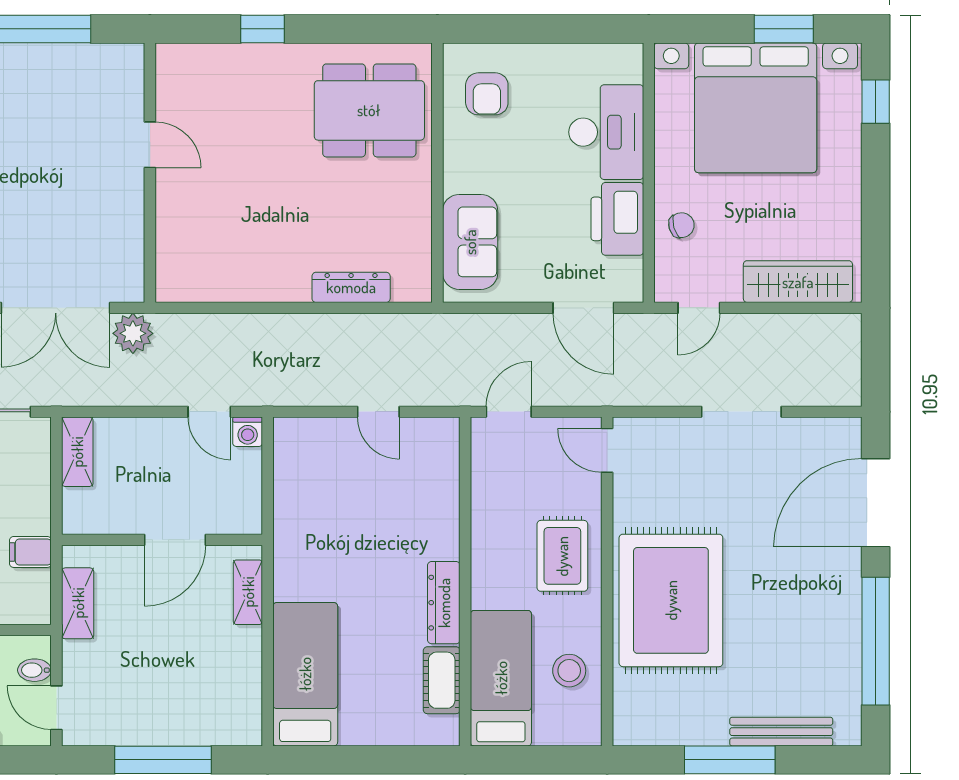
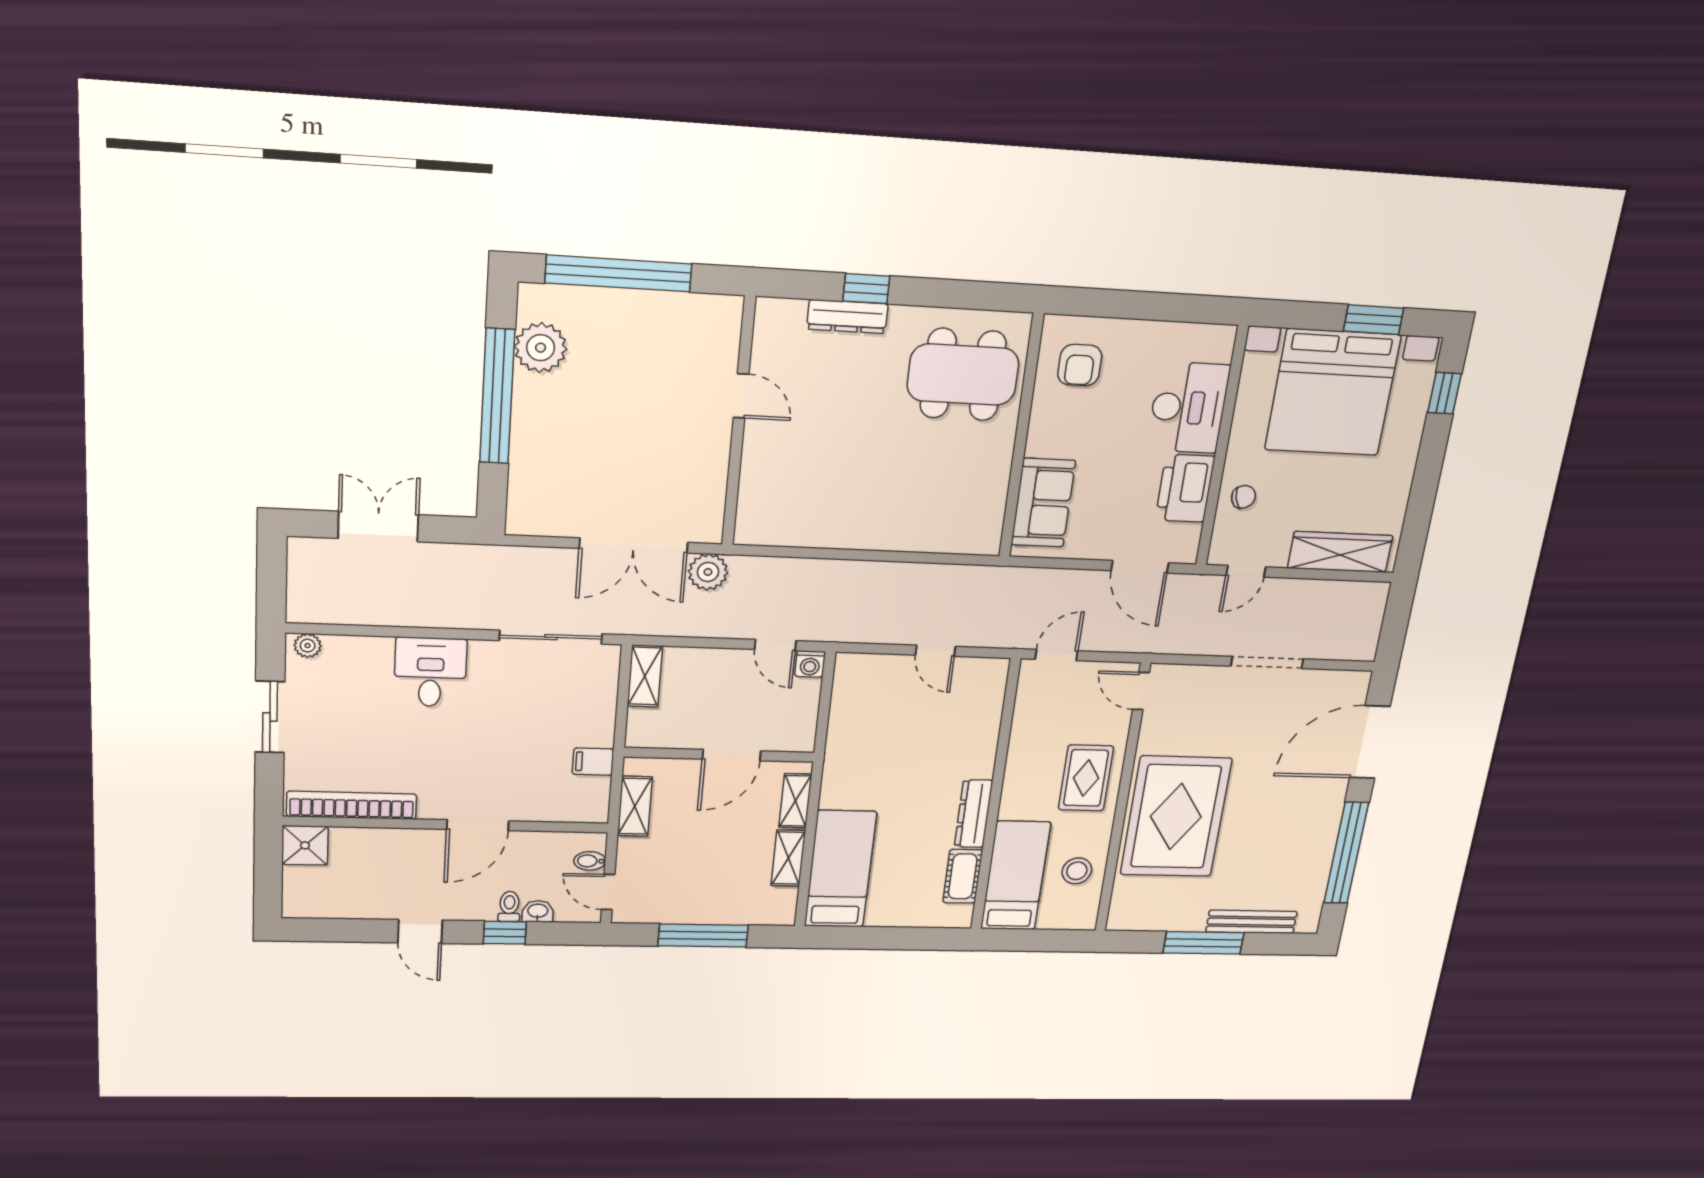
dresser: (351, 287) -> (847, 317), moved, turned 180
shelving: (247, 662) -> (788, 858), added

